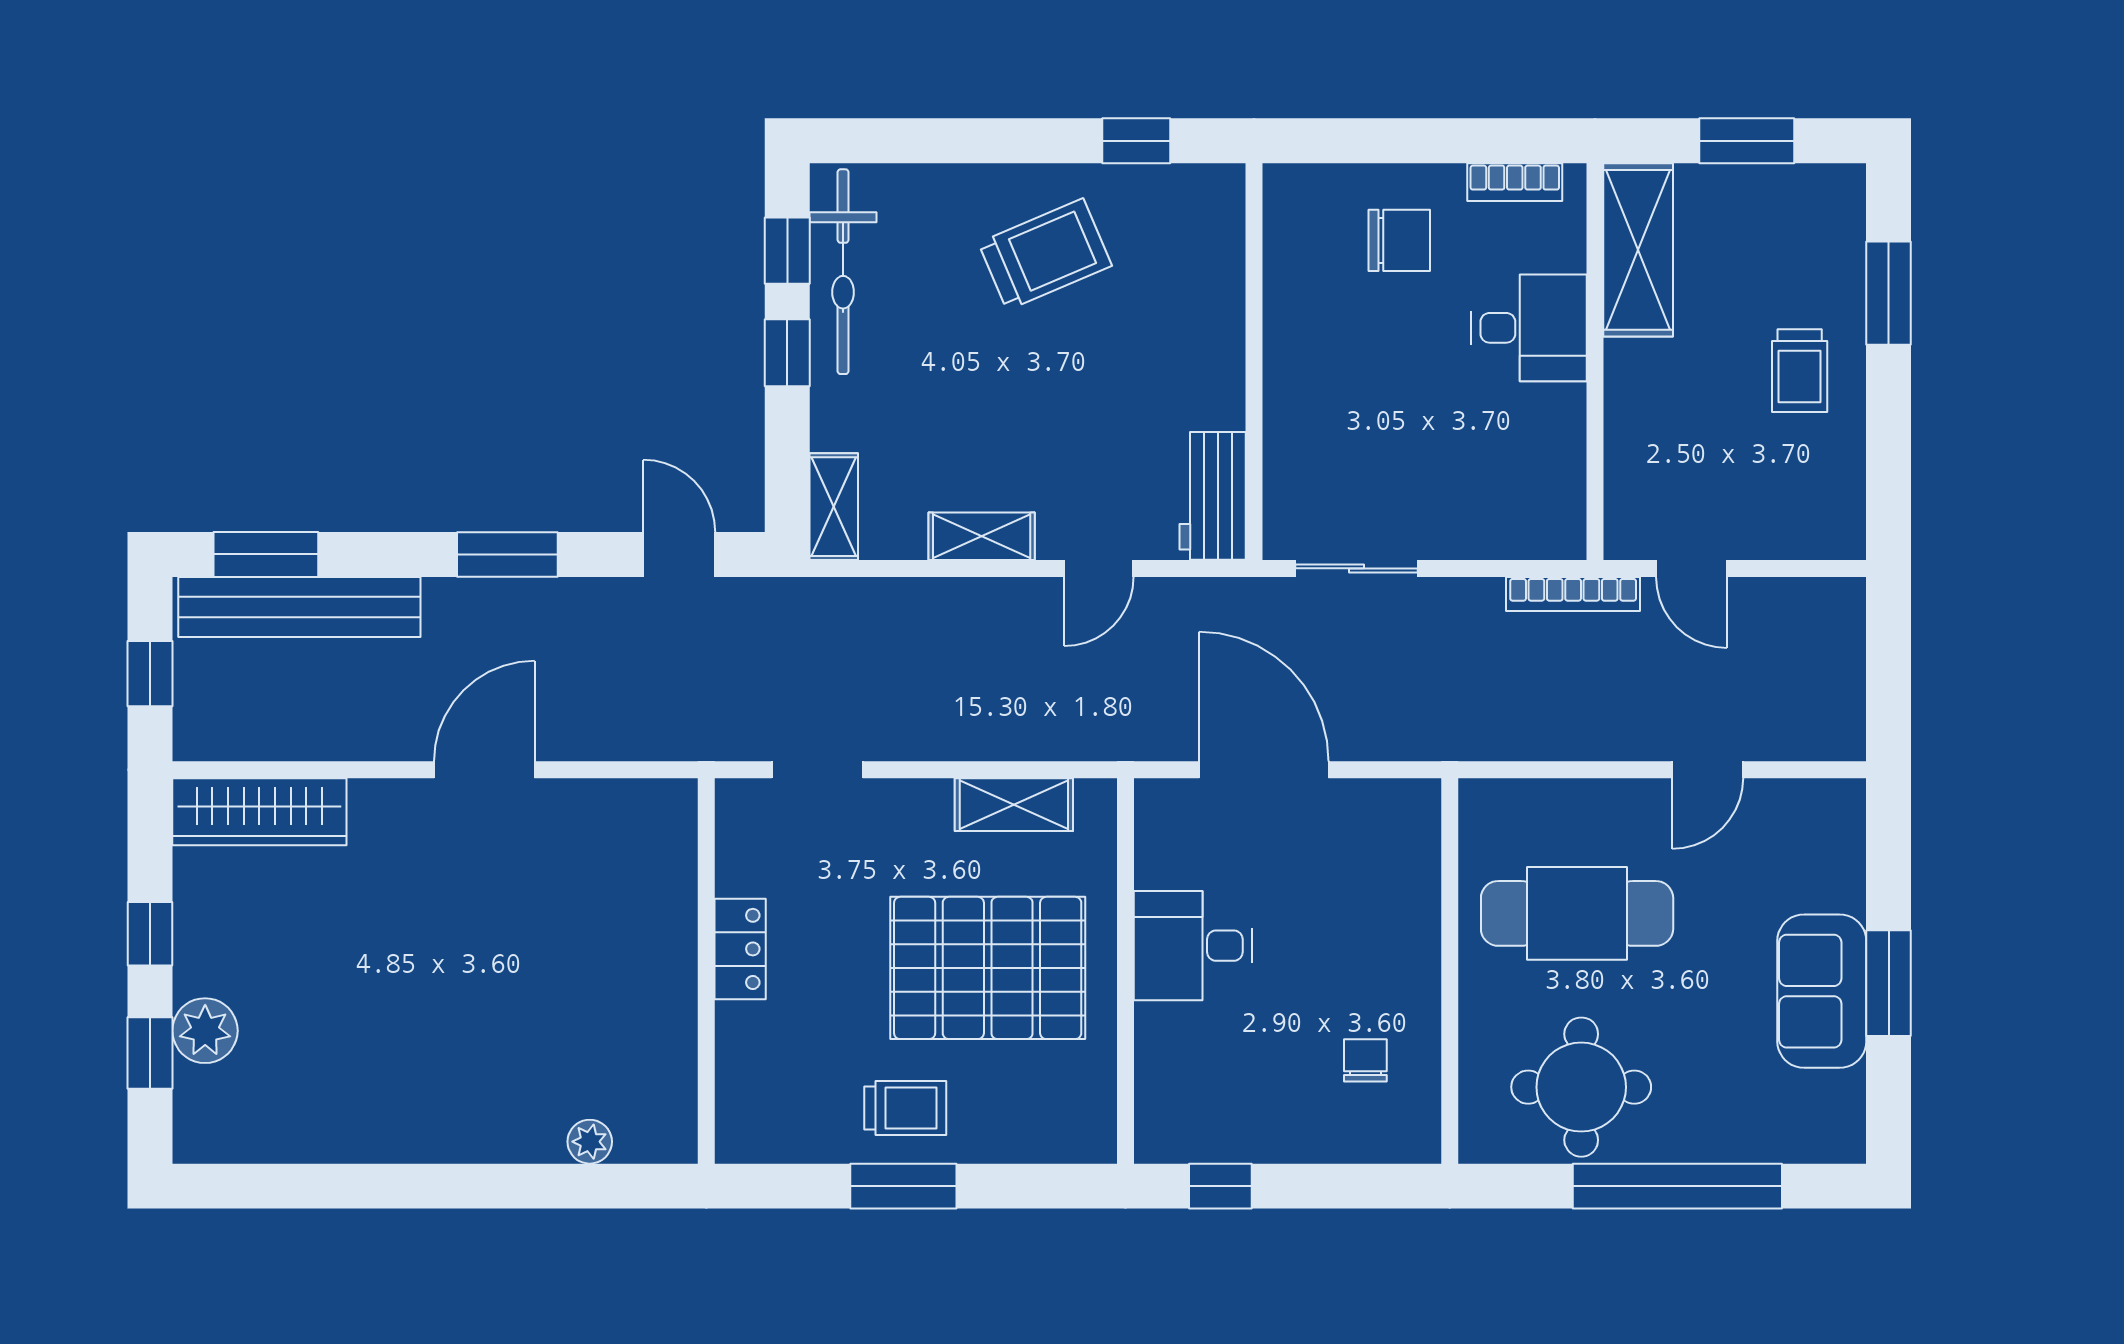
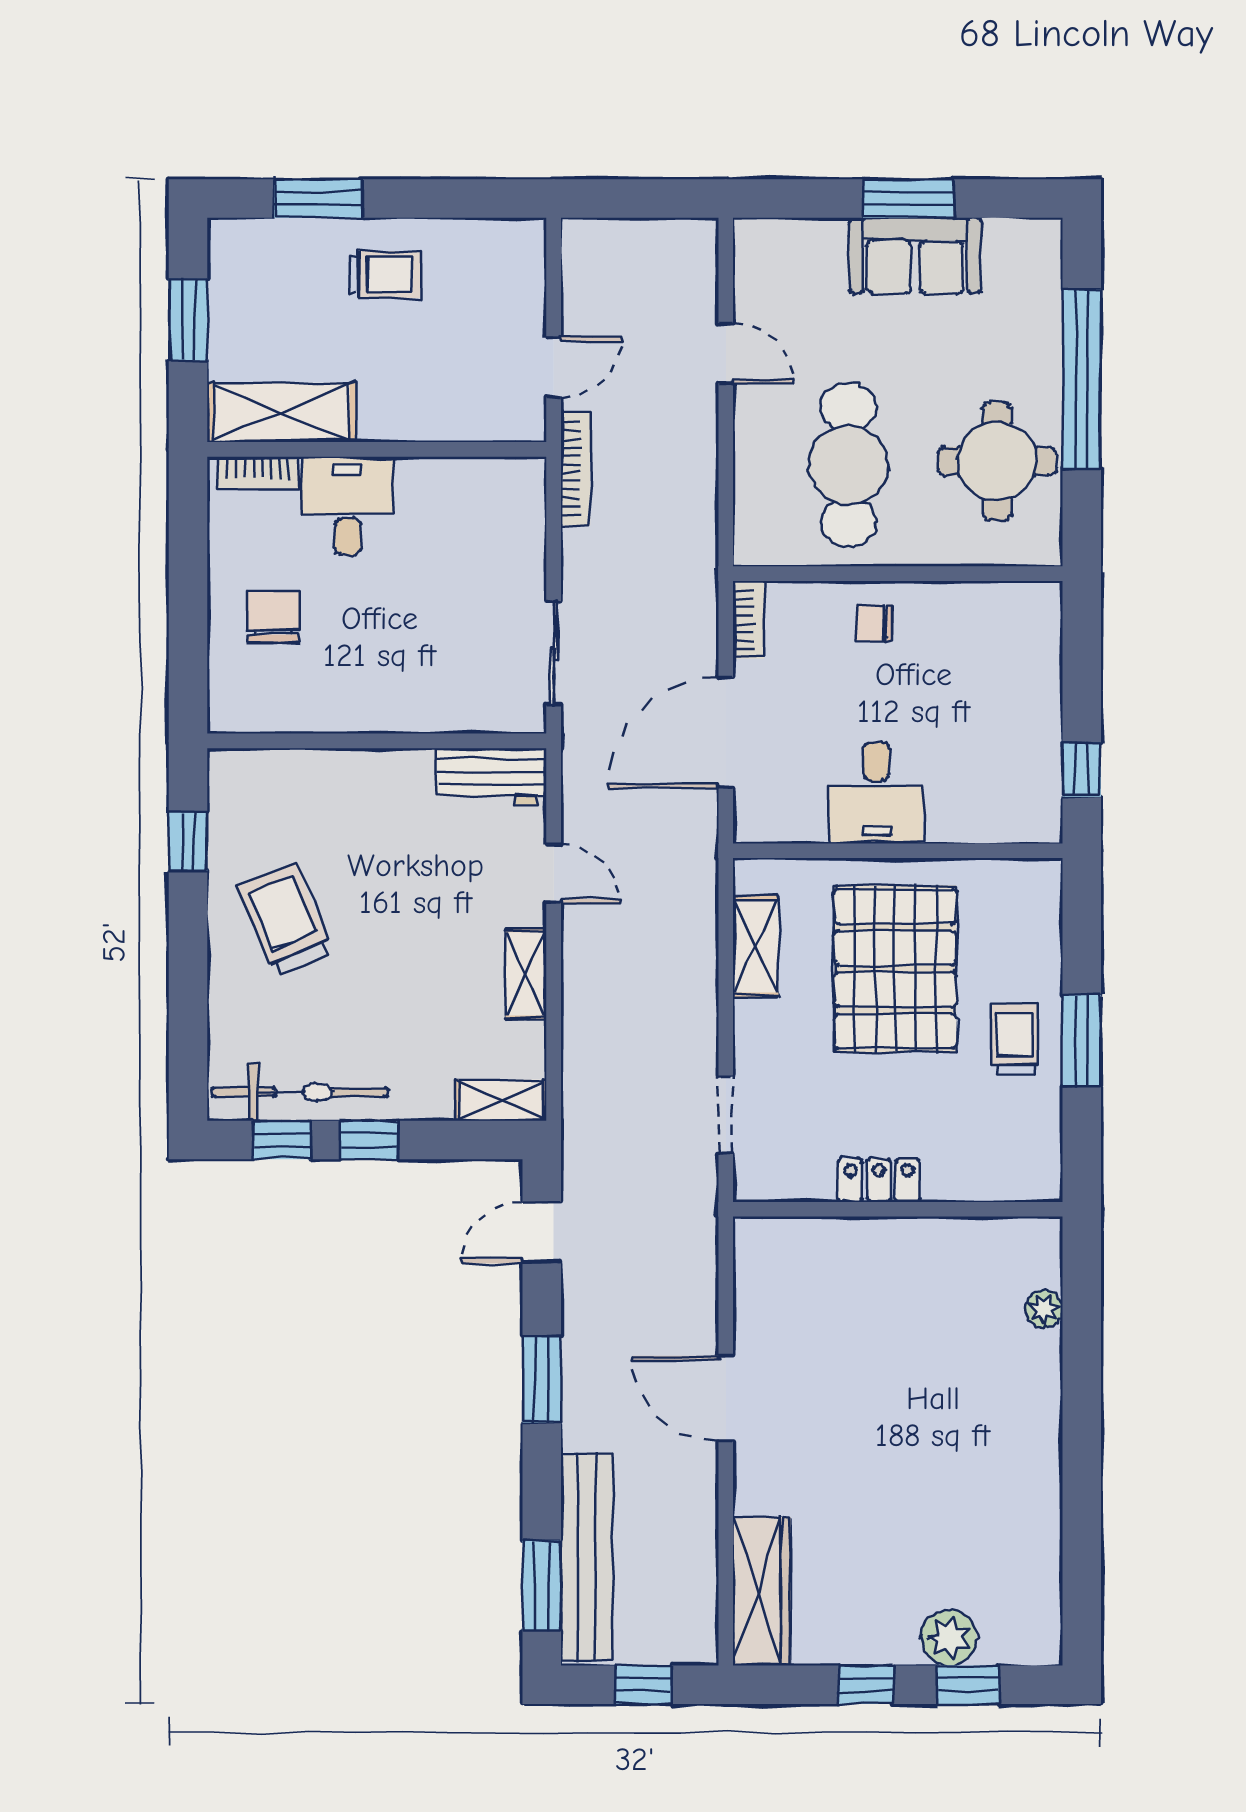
bookcase: (1515, 182) -> (258, 473), moved, turned 90
bookcase: (1396, 796) -> (748, 620), added
chair: (1365, 1060) -> (874, 623), moved

